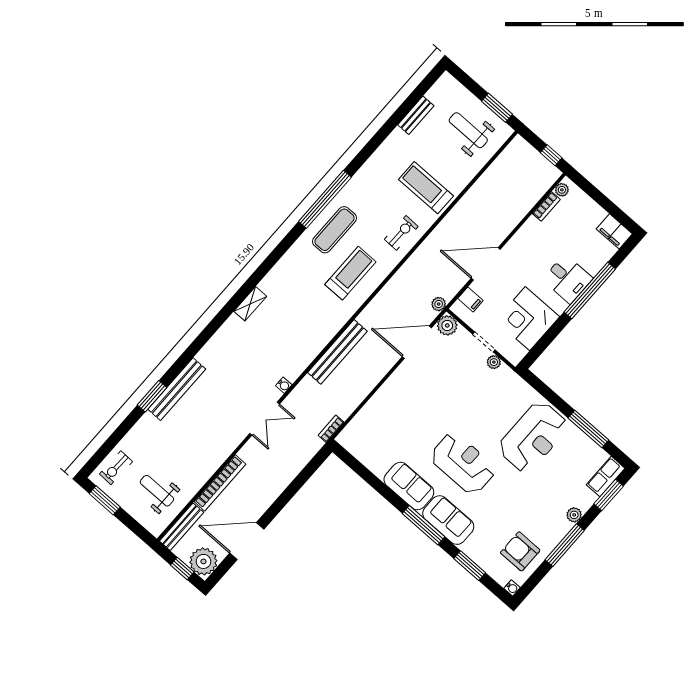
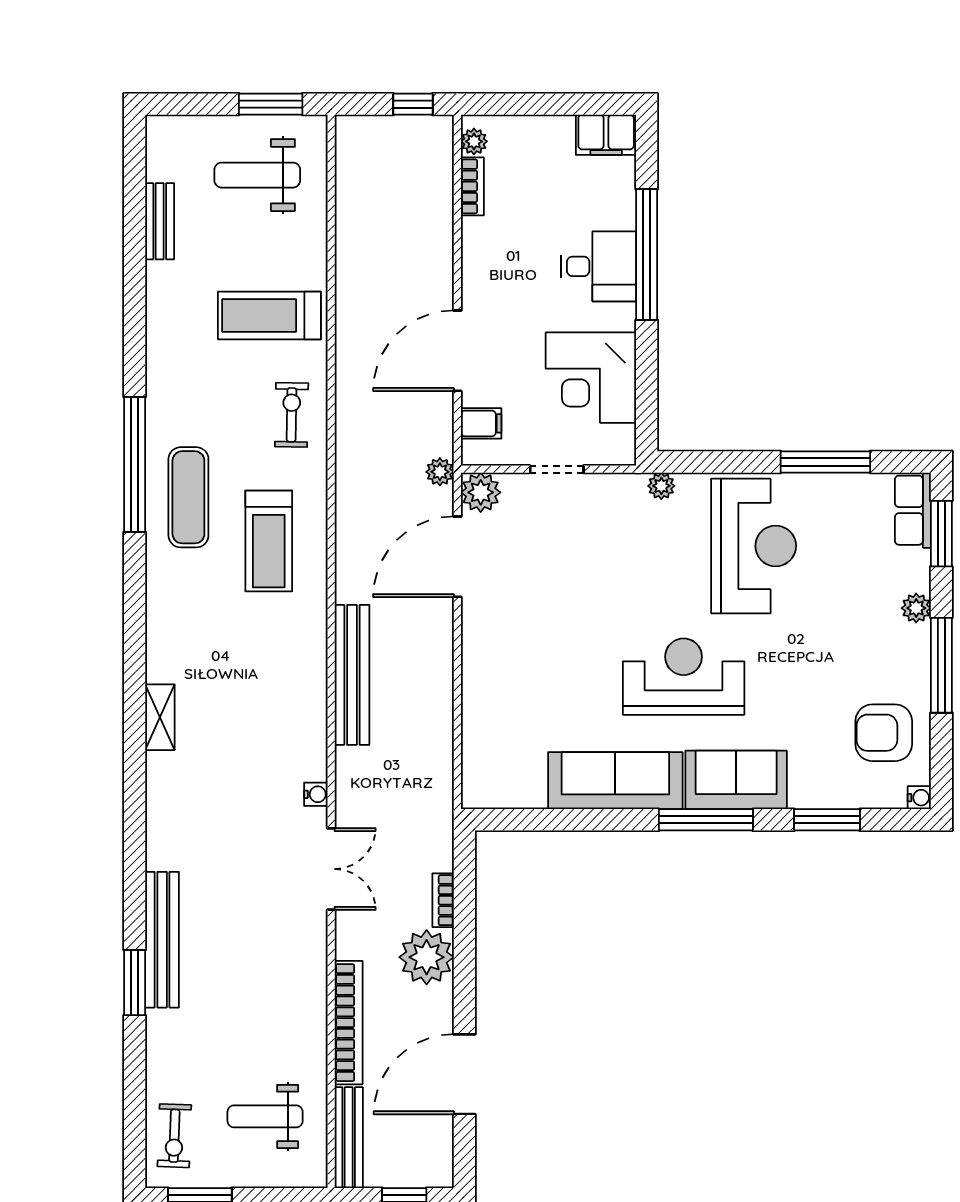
treadmill: (350, 273) -> (269, 541), turned 180
plant: (494, 362) -> (661, 486), moved
bookcase: (331, 429) -> (443, 900), moved
sofa: (409, 486) -> (615, 781), width x1.36
plant: (203, 561) -> (427, 957), moved

